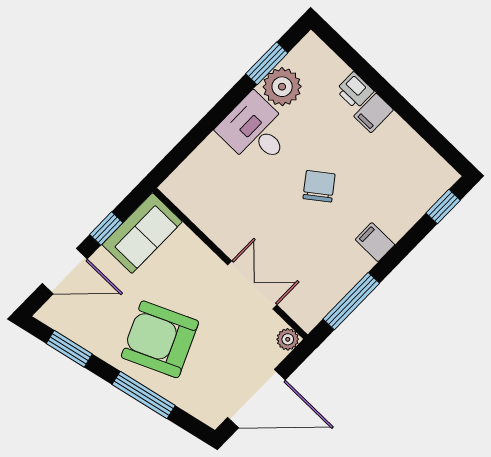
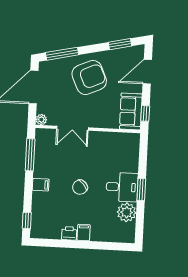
window: (267, 63) -> (141, 189), moved
printer: (355, 91) -> (69, 233), moved
chair: (319, 186) -> (80, 187), turned 87
window: (106, 229) -> (145, 113), moved
window: (144, 395) -> (62, 54), moved

